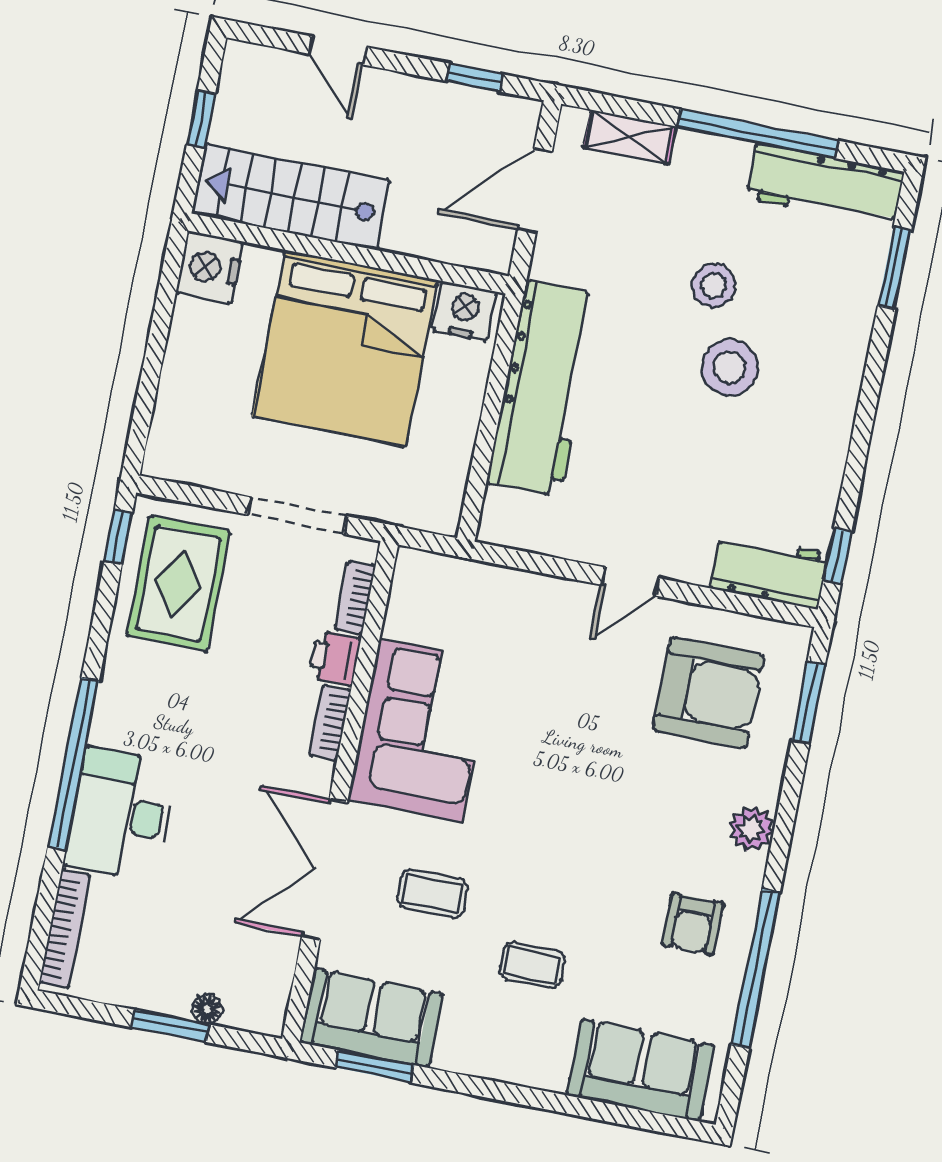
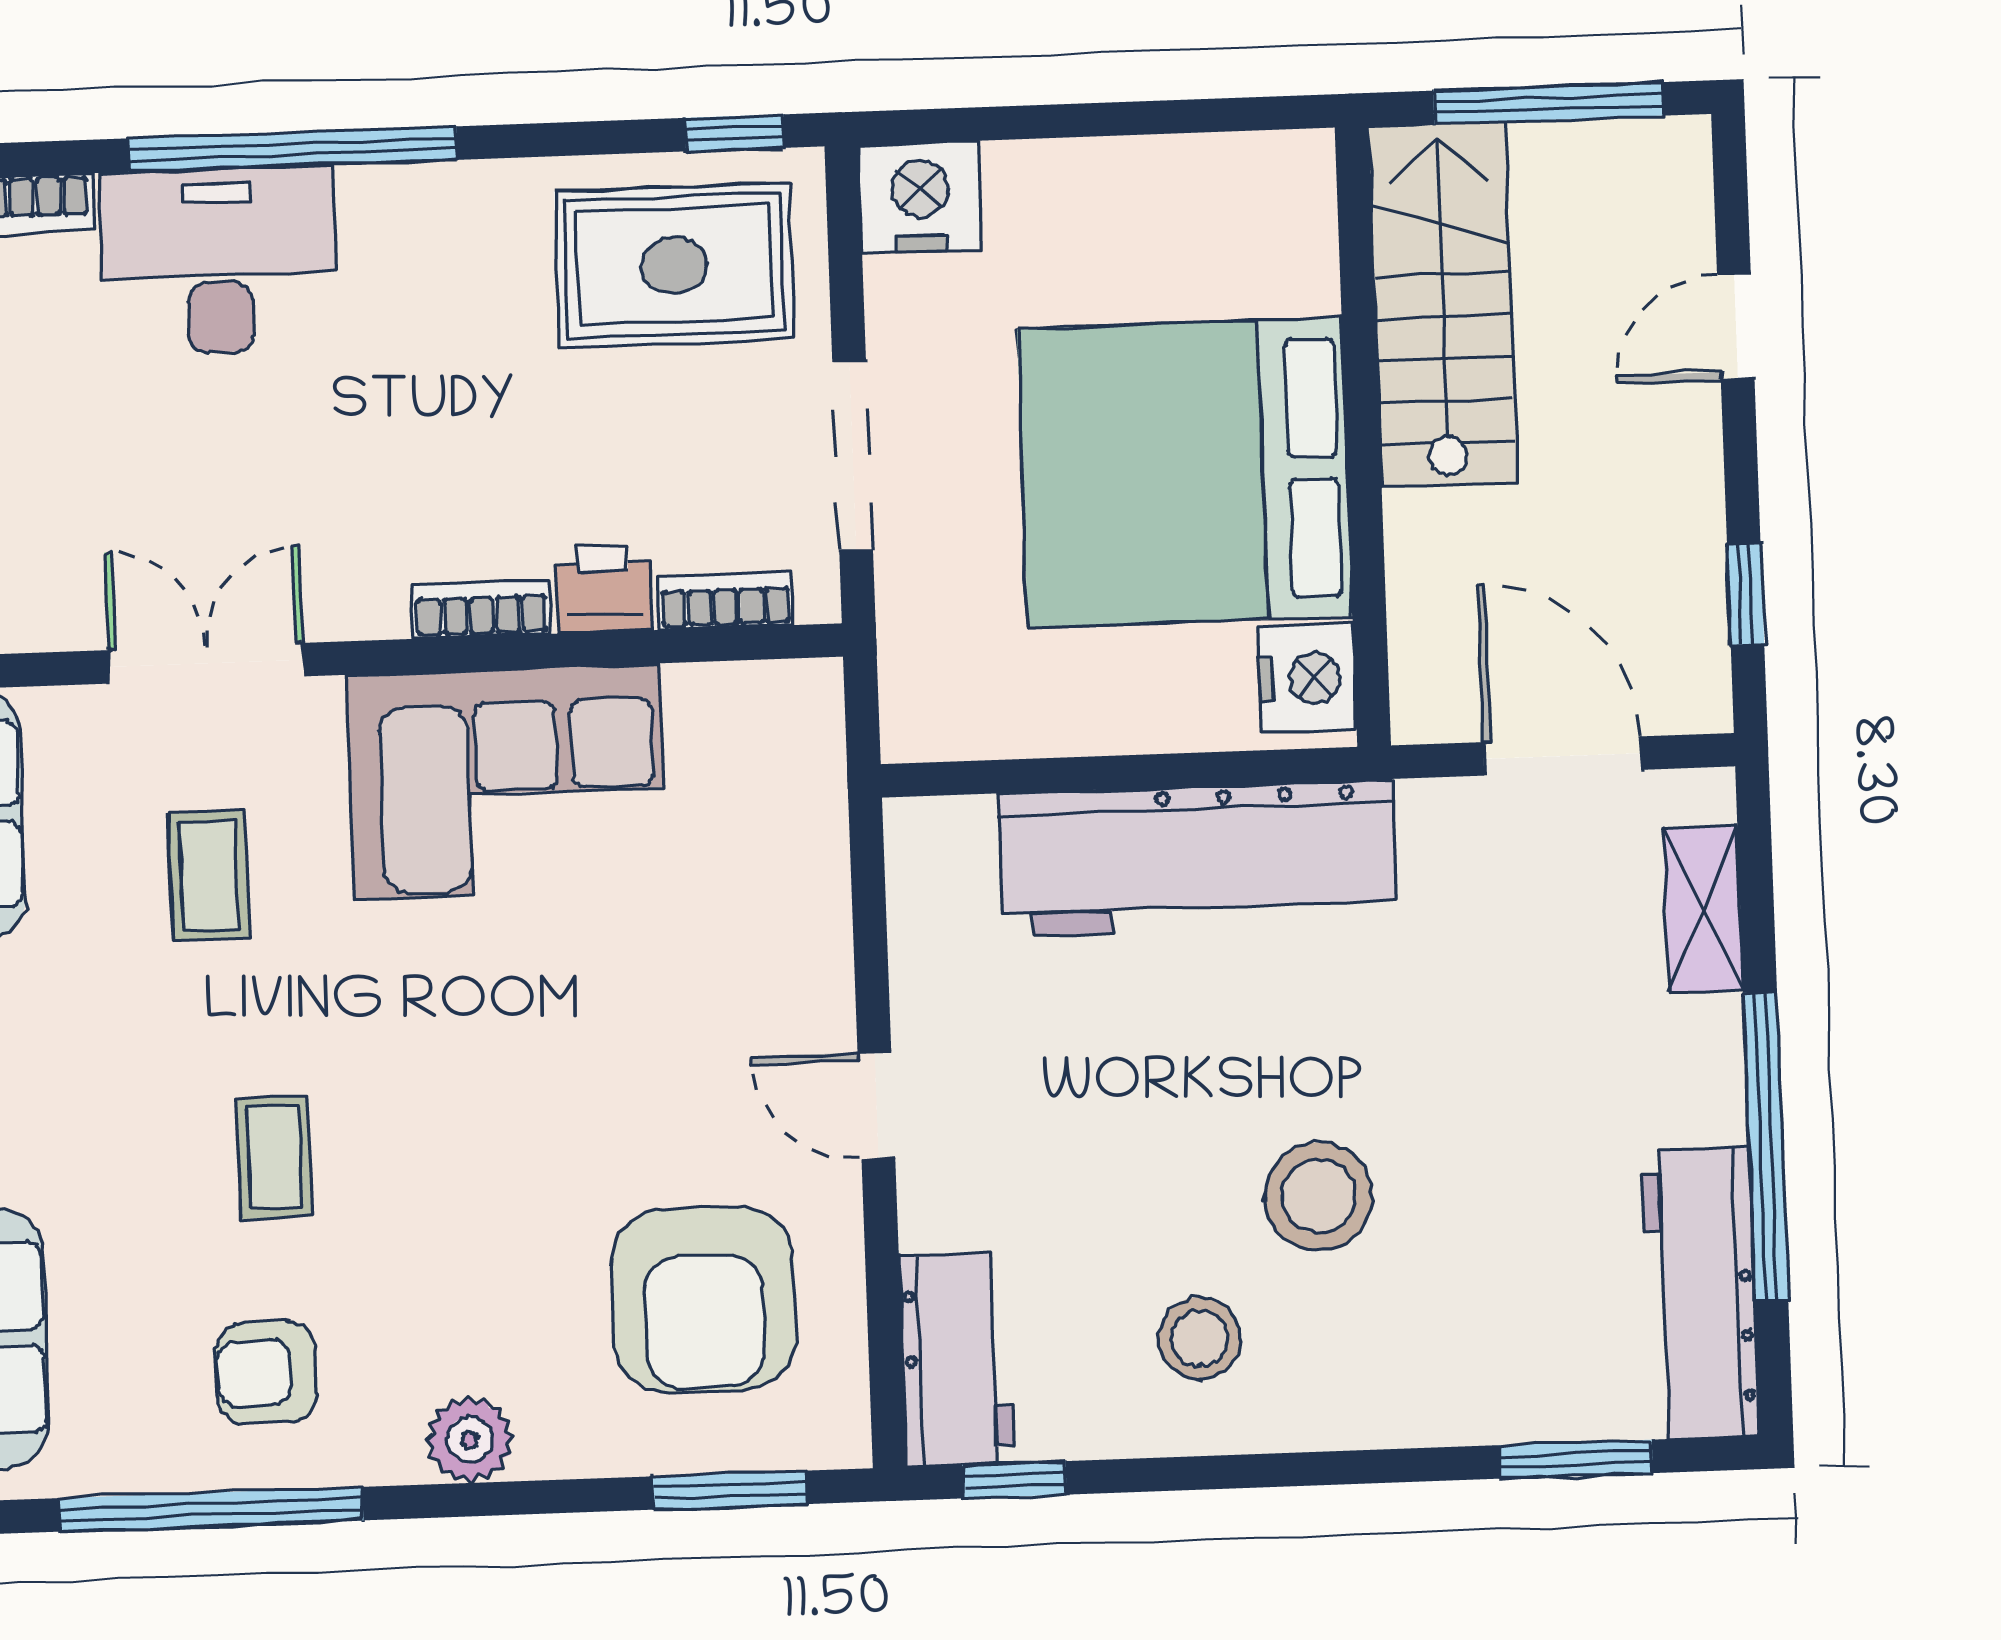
window: (201, 119) -> (1548, 103), width x2.17
nightstand: (210, 267) -> (920, 197), moved
stool: (714, 286) -> (1200, 1338), moved
double door: (325, 869) -> (206, 663), width x0.73
coffee table: (532, 965) -> (274, 1157), moved

